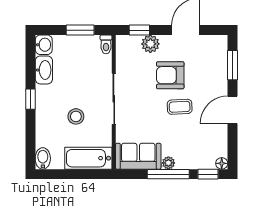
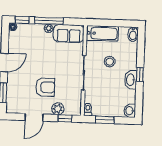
washbasin: (44, 70) -> (131, 80), moved
coffee table: (180, 107) -> (40, 66), removed

